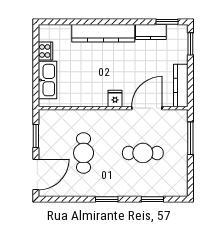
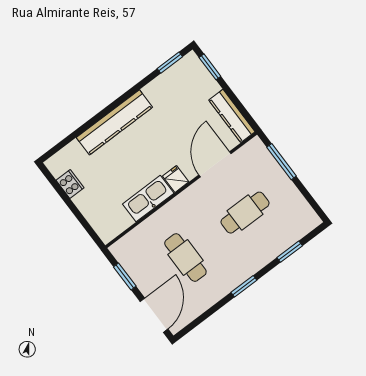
kitchen counter: (151, 32) -> (161, 85), removed
kitchen sink: (48, 80) -> (148, 199), moved, turned -90

